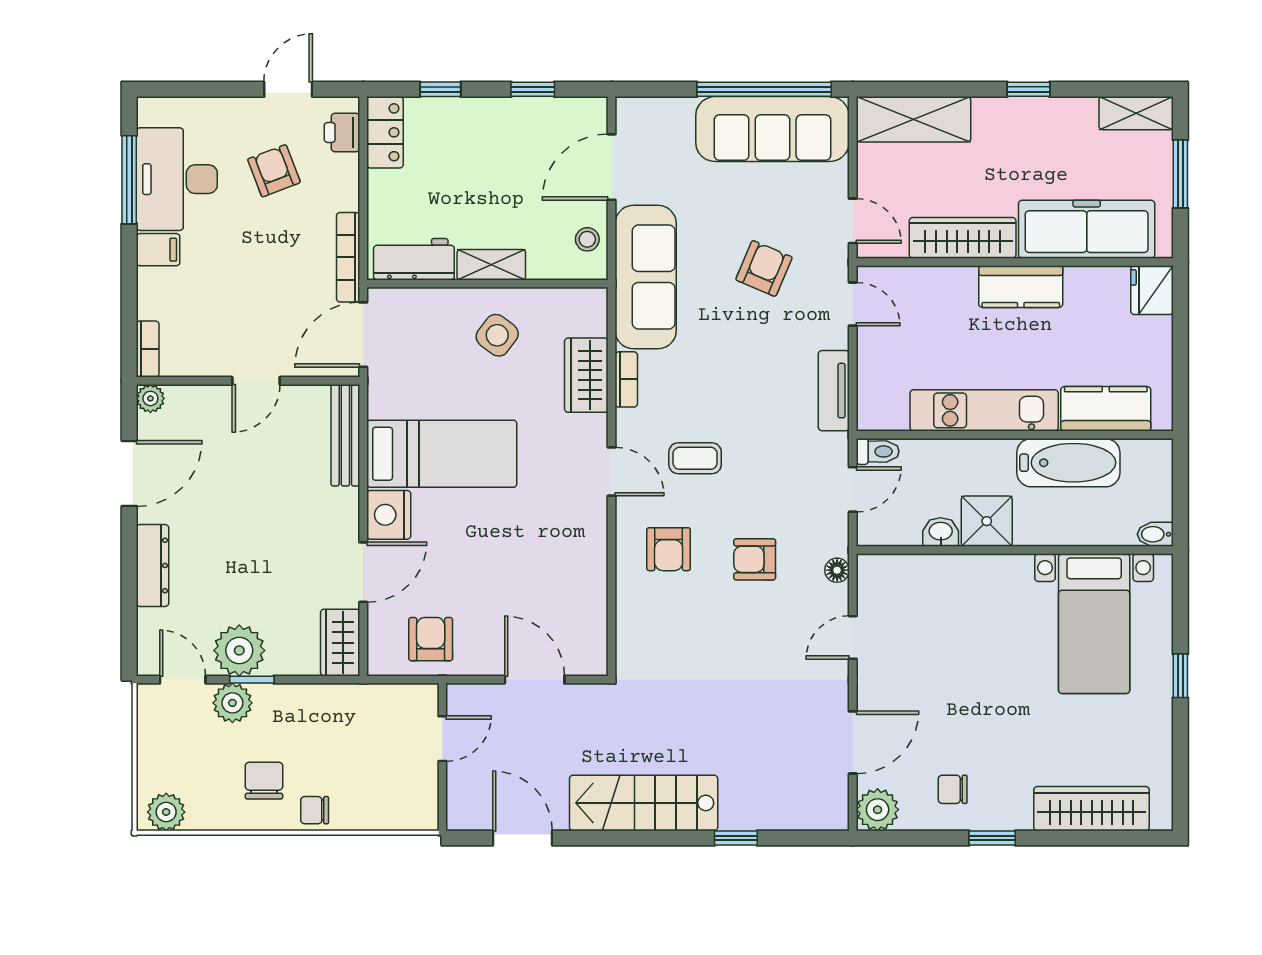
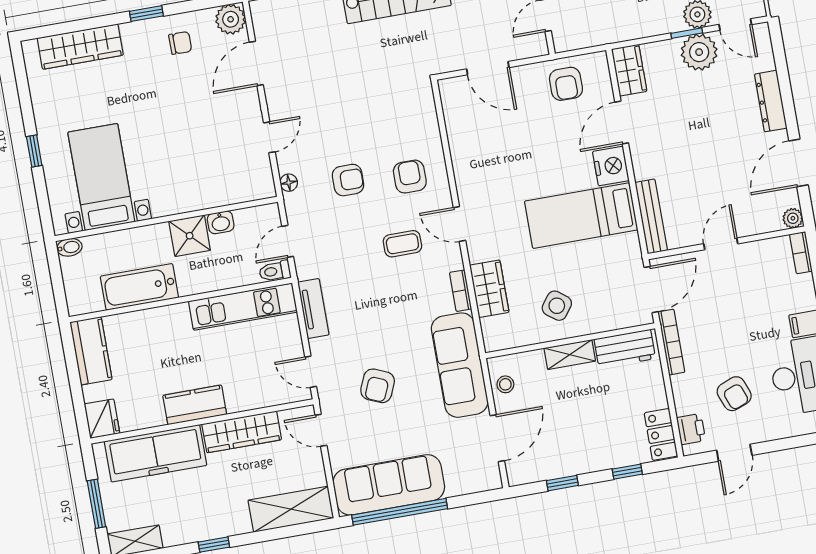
kitchen counter: (1106, 409) -> (91, 351), moved, turned -90
kitchen unit: (984, 410) -> (243, 307), moved

